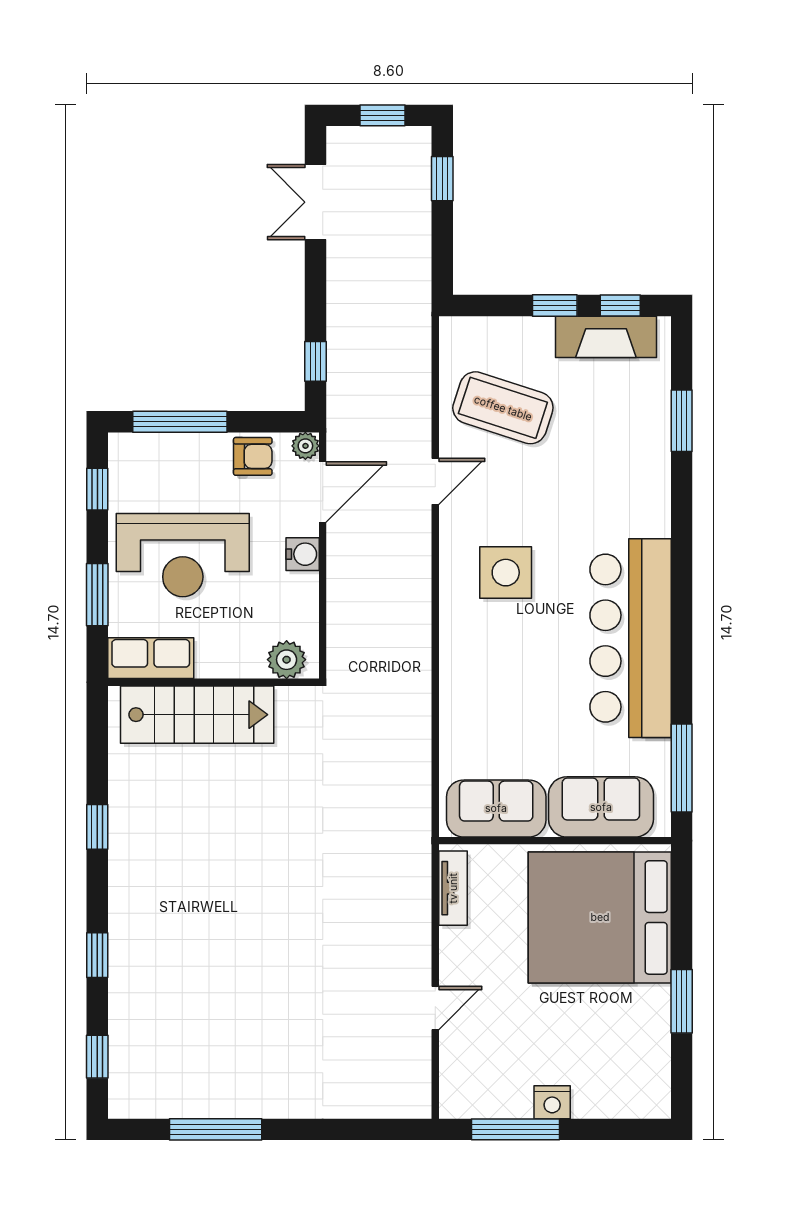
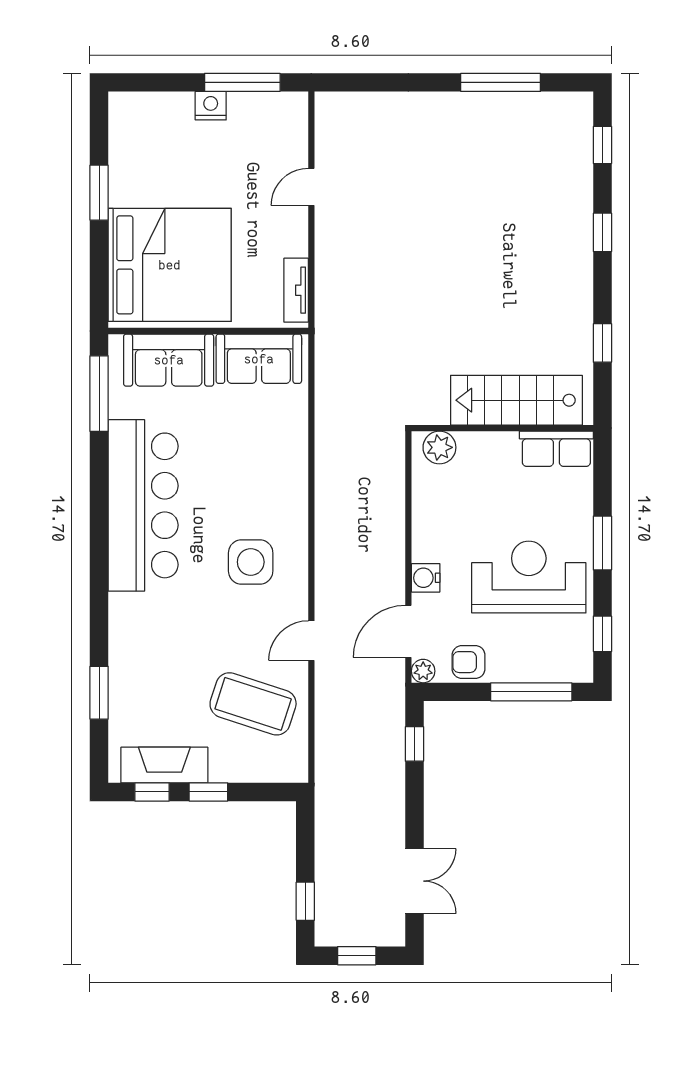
row of seats: (151, 658) -> (556, 449), moved
plant: (287, 660) -> (439, 447), moved
wall: (213, 682) -> (502, 428), moved
stairs: (197, 715) -> (516, 400), moved

